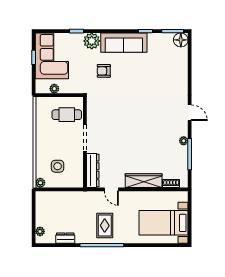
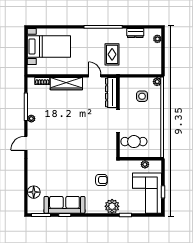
floor lamp: (181, 40) -> (34, 192), moved
sofa: (124, 43) -> (64, 205), moved
door: (190, 113) -> (26, 143), hinge flipped
rug: (105, 226) -> (112, 54), moved

